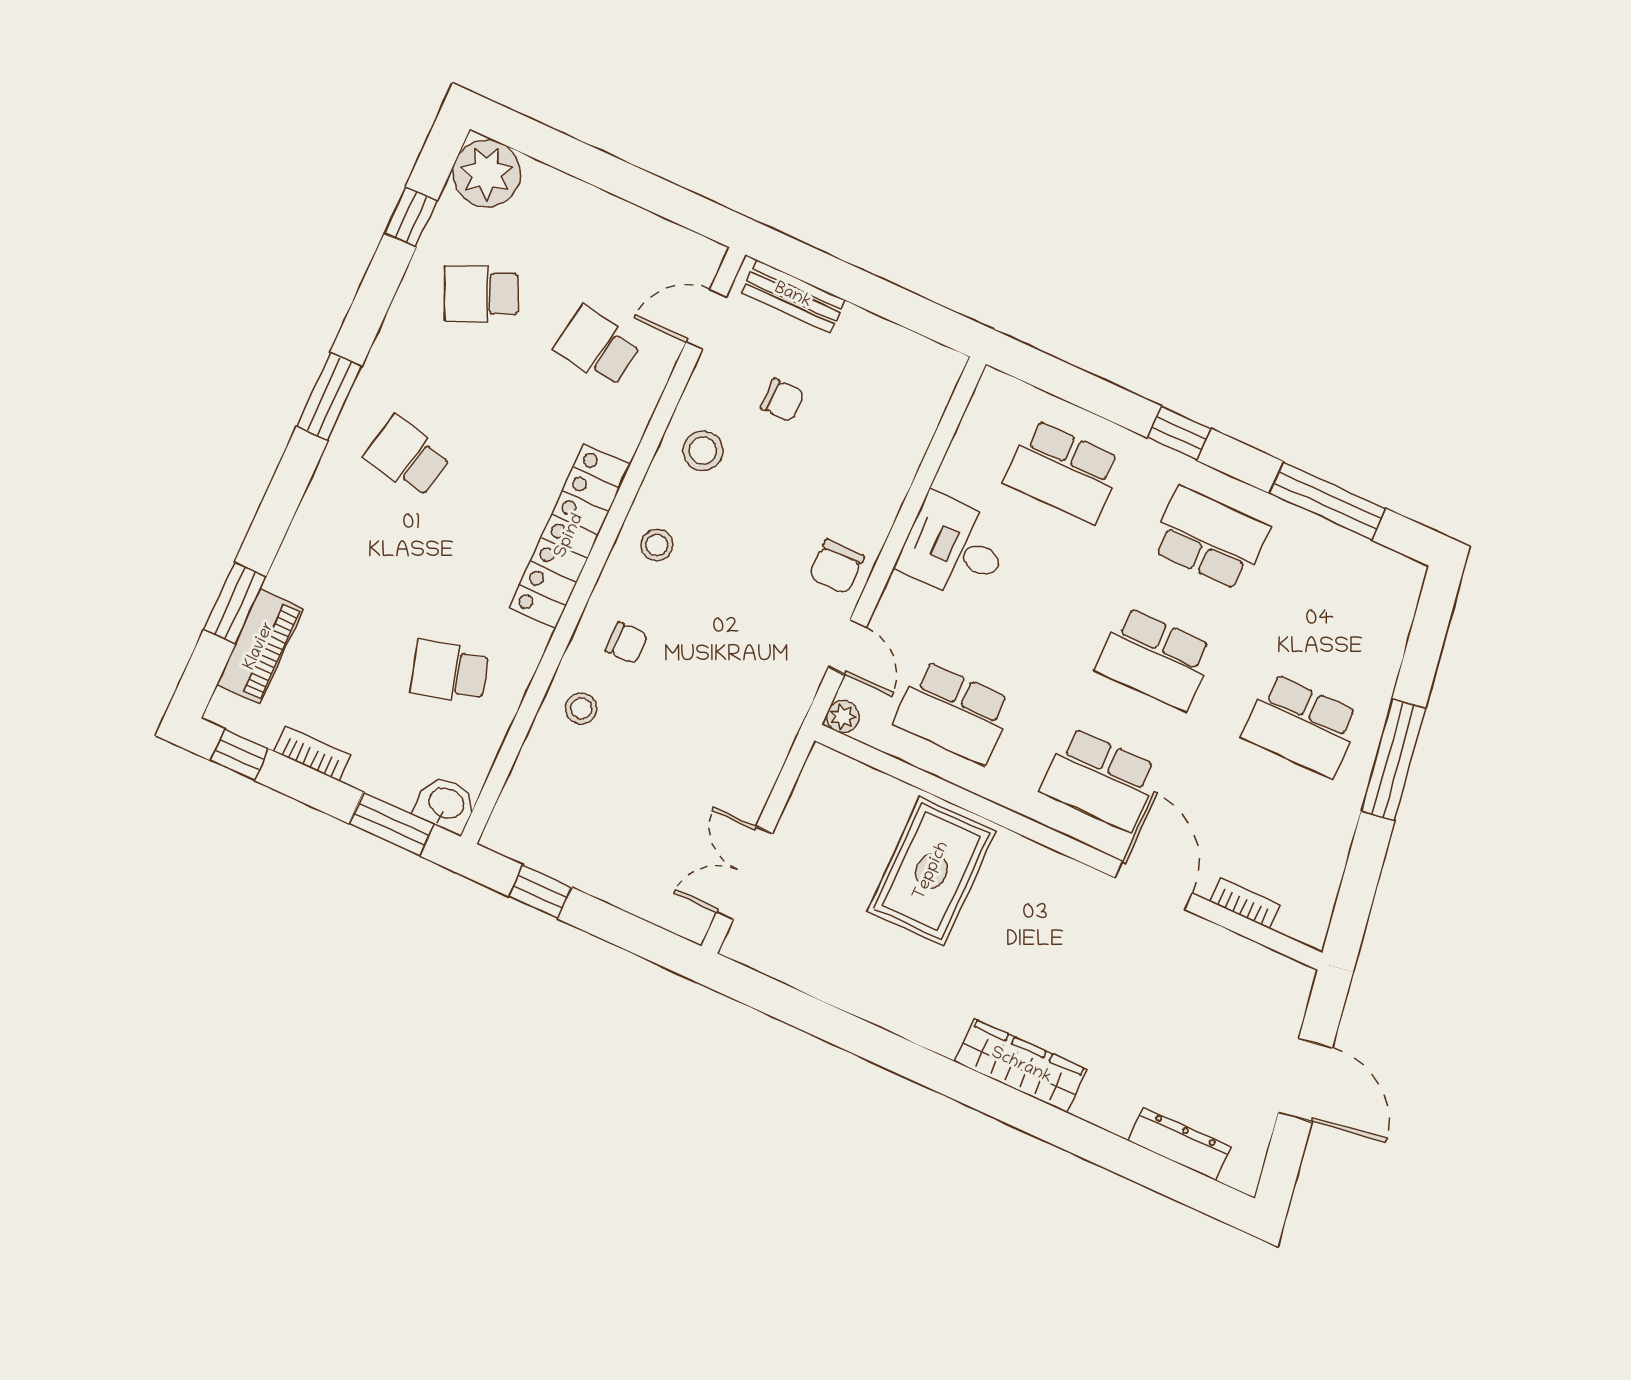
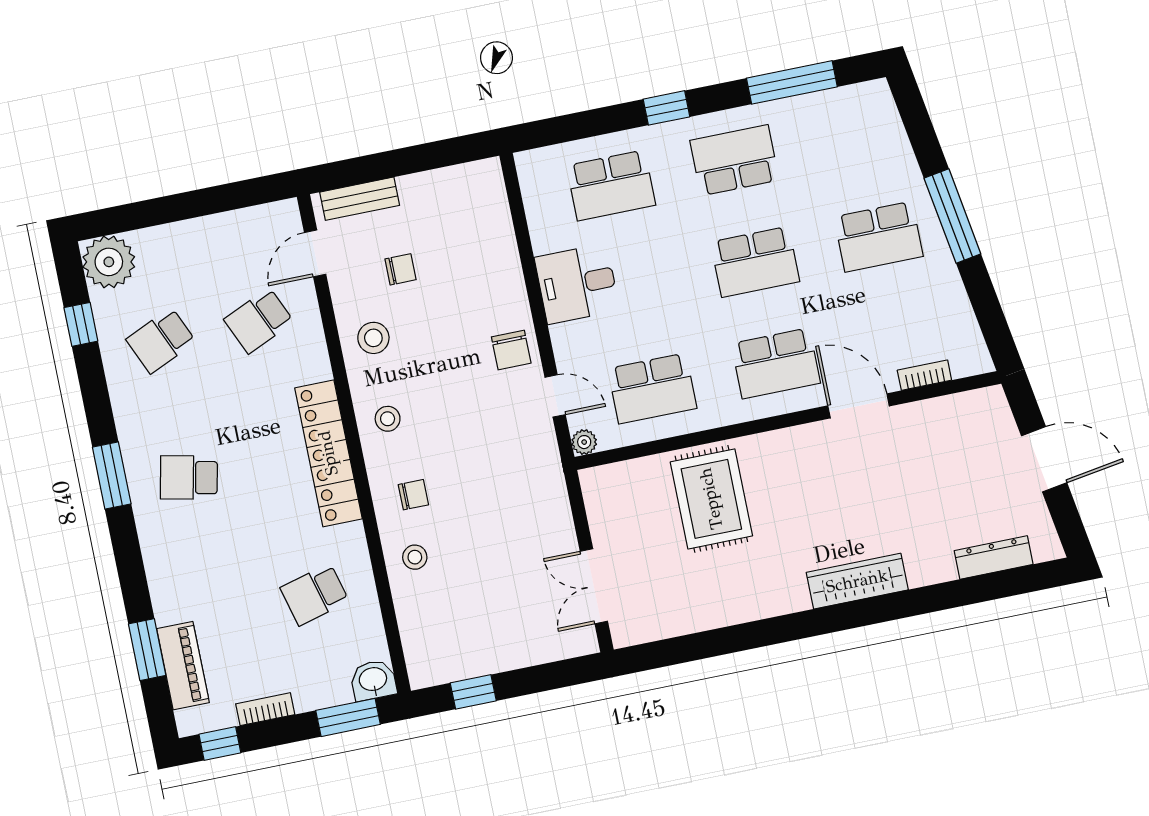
school desk: (598, 347) -> (259, 321), turned -33

